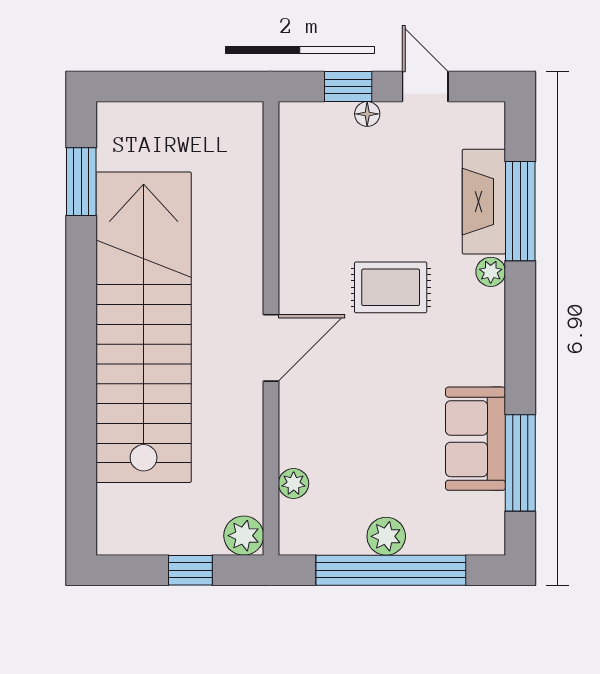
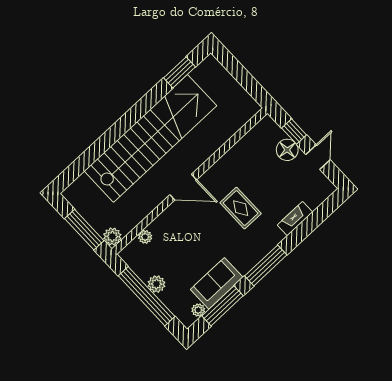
floor lamp: (367, 114) -> (287, 150), width x1.89, depth x1.89
fireplace: (484, 202) -> (295, 219), width x0.73, depth x0.76
window: (520, 211) -> (266, 265), moved
plant: (491, 272) -> (198, 310), moved
window: (190, 570) -> (84, 230), width x2.17

